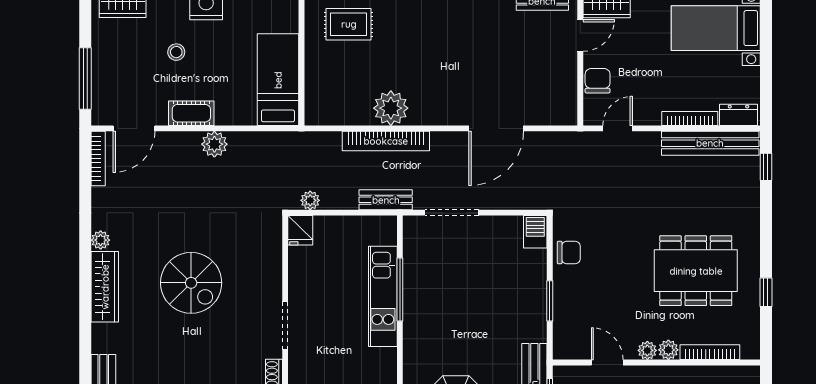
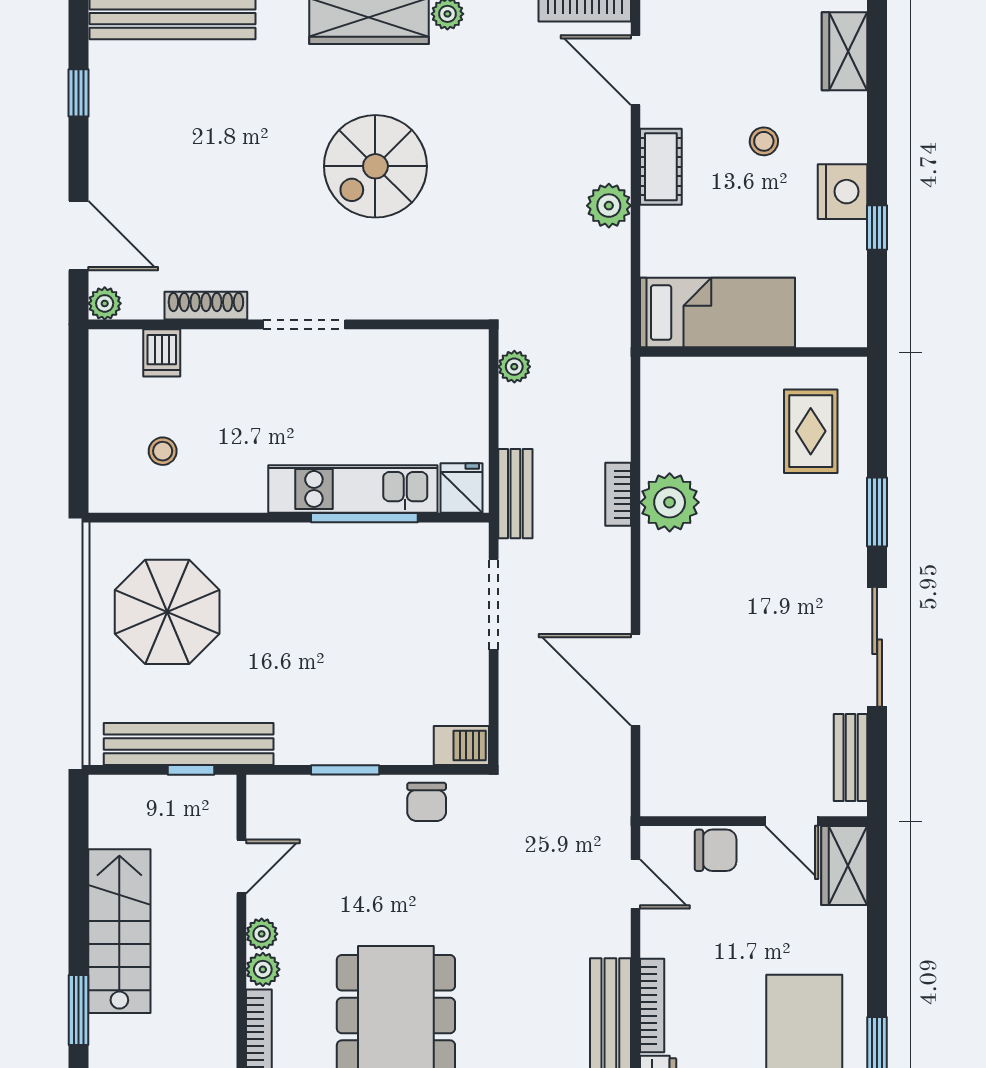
bookcase: (386, 141) -> (618, 494), width x0.43, depth x0.76
fridge: (300, 230) -> (461, 488), moved, turned 90

